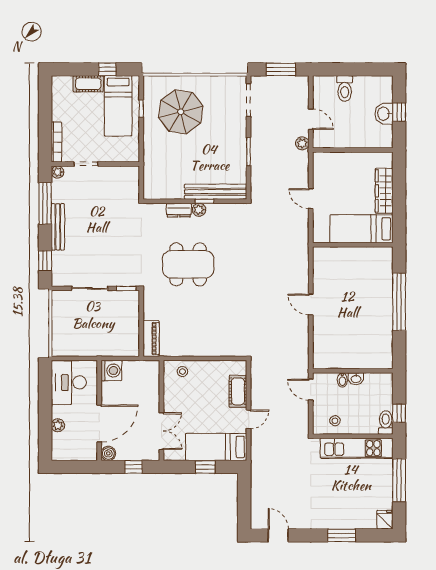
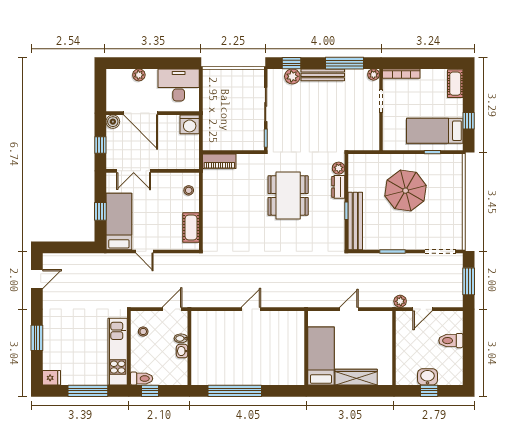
cot: (88, 84) -> (455, 84), moved
parasol: (181, 112) -> (406, 191), moved
plant: (199, 210) -> (339, 168), moved
plant: (60, 260) -> (292, 76), added
window: (399, 302) -> (235, 391), moved
cot: (238, 391) -> (191, 227), moved, turned 90

